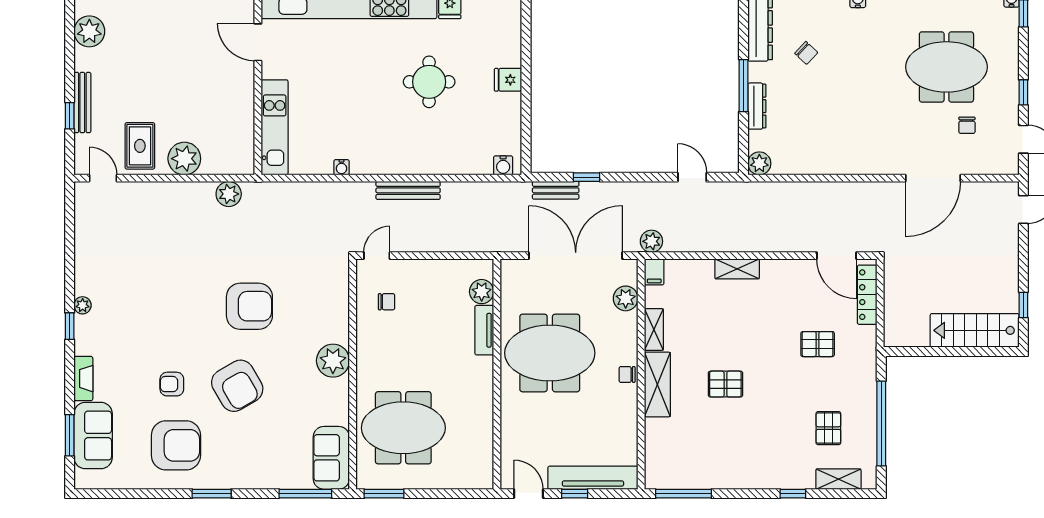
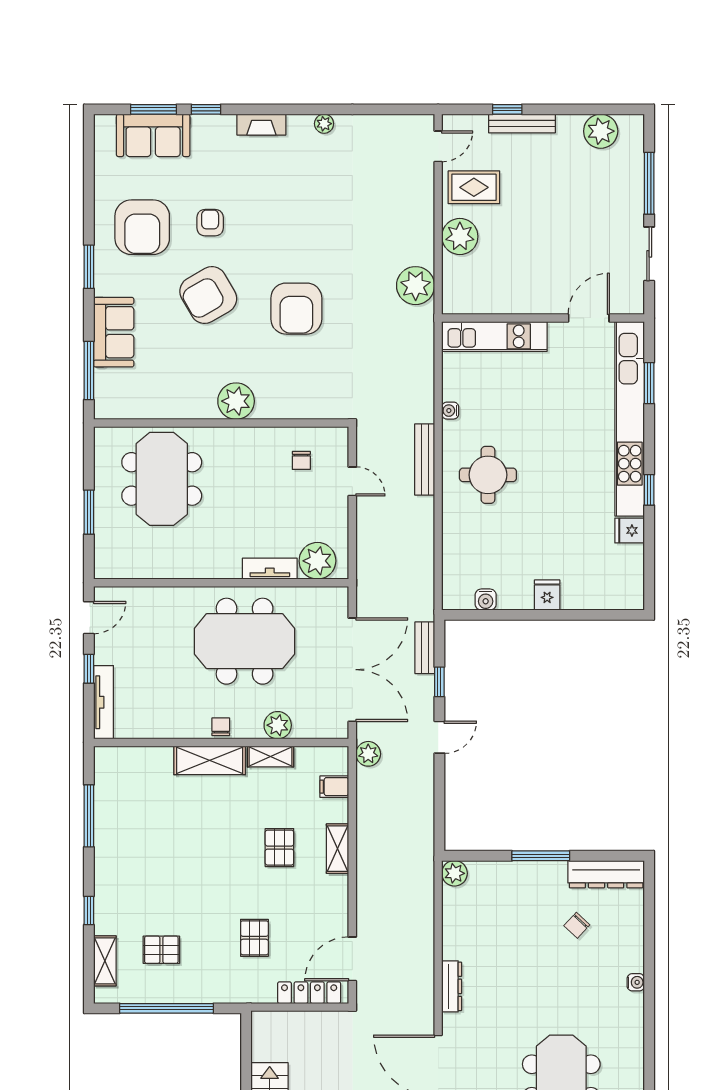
round table: (429, 82) -> (488, 475), moved
dresser: (757, 106) -> (452, 986), moved, turned -90
water cooler: (503, 165) -> (486, 600), moved, turned -90
door: (692, 177) -> (439, 737), moved
bench: (408, 190) -> (425, 459), moved
plant: (229, 194) -> (416, 286), width x1.36, depth x1.36
door: (377, 256) -> (352, 481), moved
filing cabinet: (654, 272) -> (334, 787), moved
plant: (482, 292) -> (317, 561), width x1.36, depth x1.36
plant: (626, 298) -> (278, 725), moved
plant: (83, 305) -> (324, 124), moved
window: (70, 326) -> (206, 109), moved
meeting table: (550, 353) -> (245, 641), turned 90
fireplace: (83, 379) -> (261, 125), moved
pallet: (725, 384) -> (279, 848), moved
sofa: (331, 458) -> (114, 332), moved, turned 90
tv unit: (593, 478) -> (104, 702), width x0.73, depth x0.78
window: (384, 494) -> (89, 512), moved
window: (683, 494) -> (89, 816), moved

